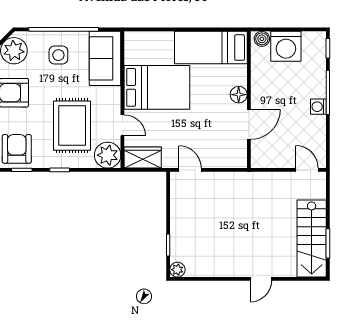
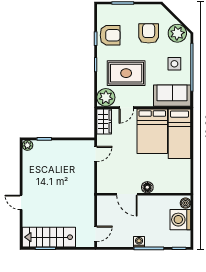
bed: (211, 48) -> (179, 134), moved, turned 180

